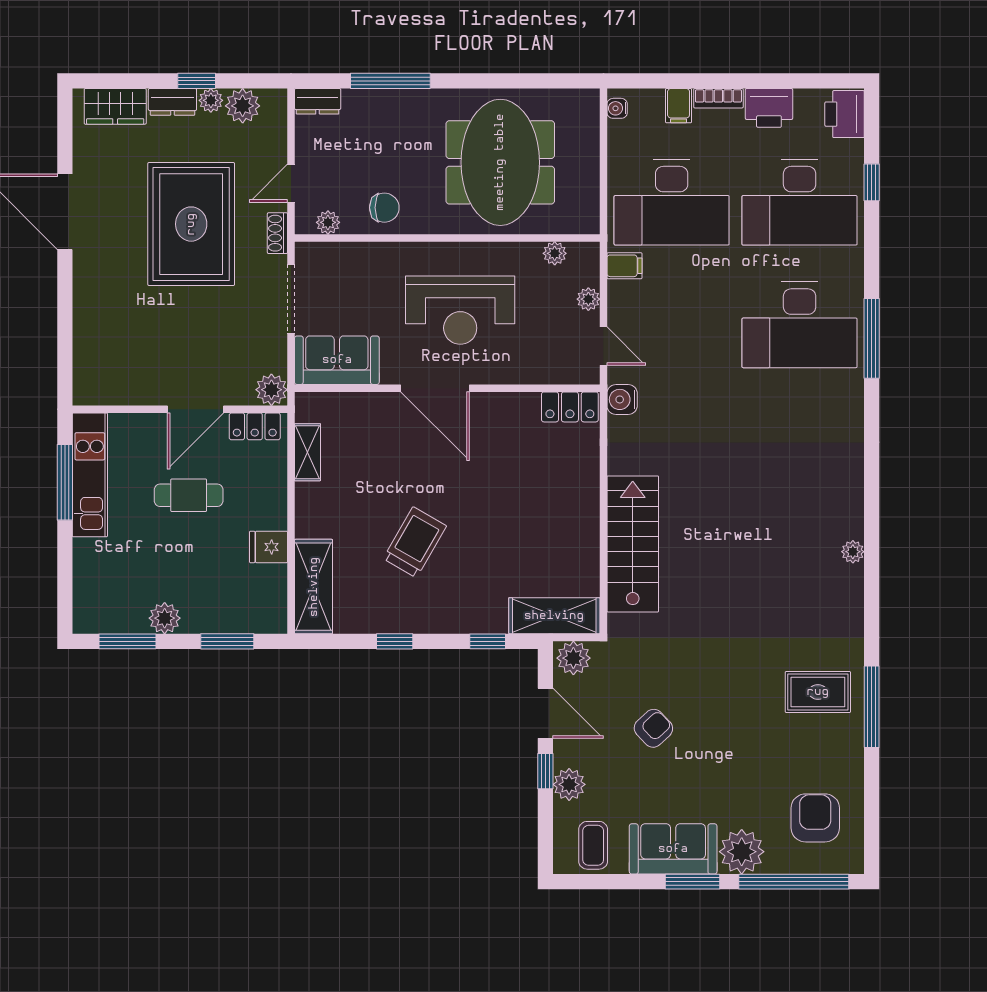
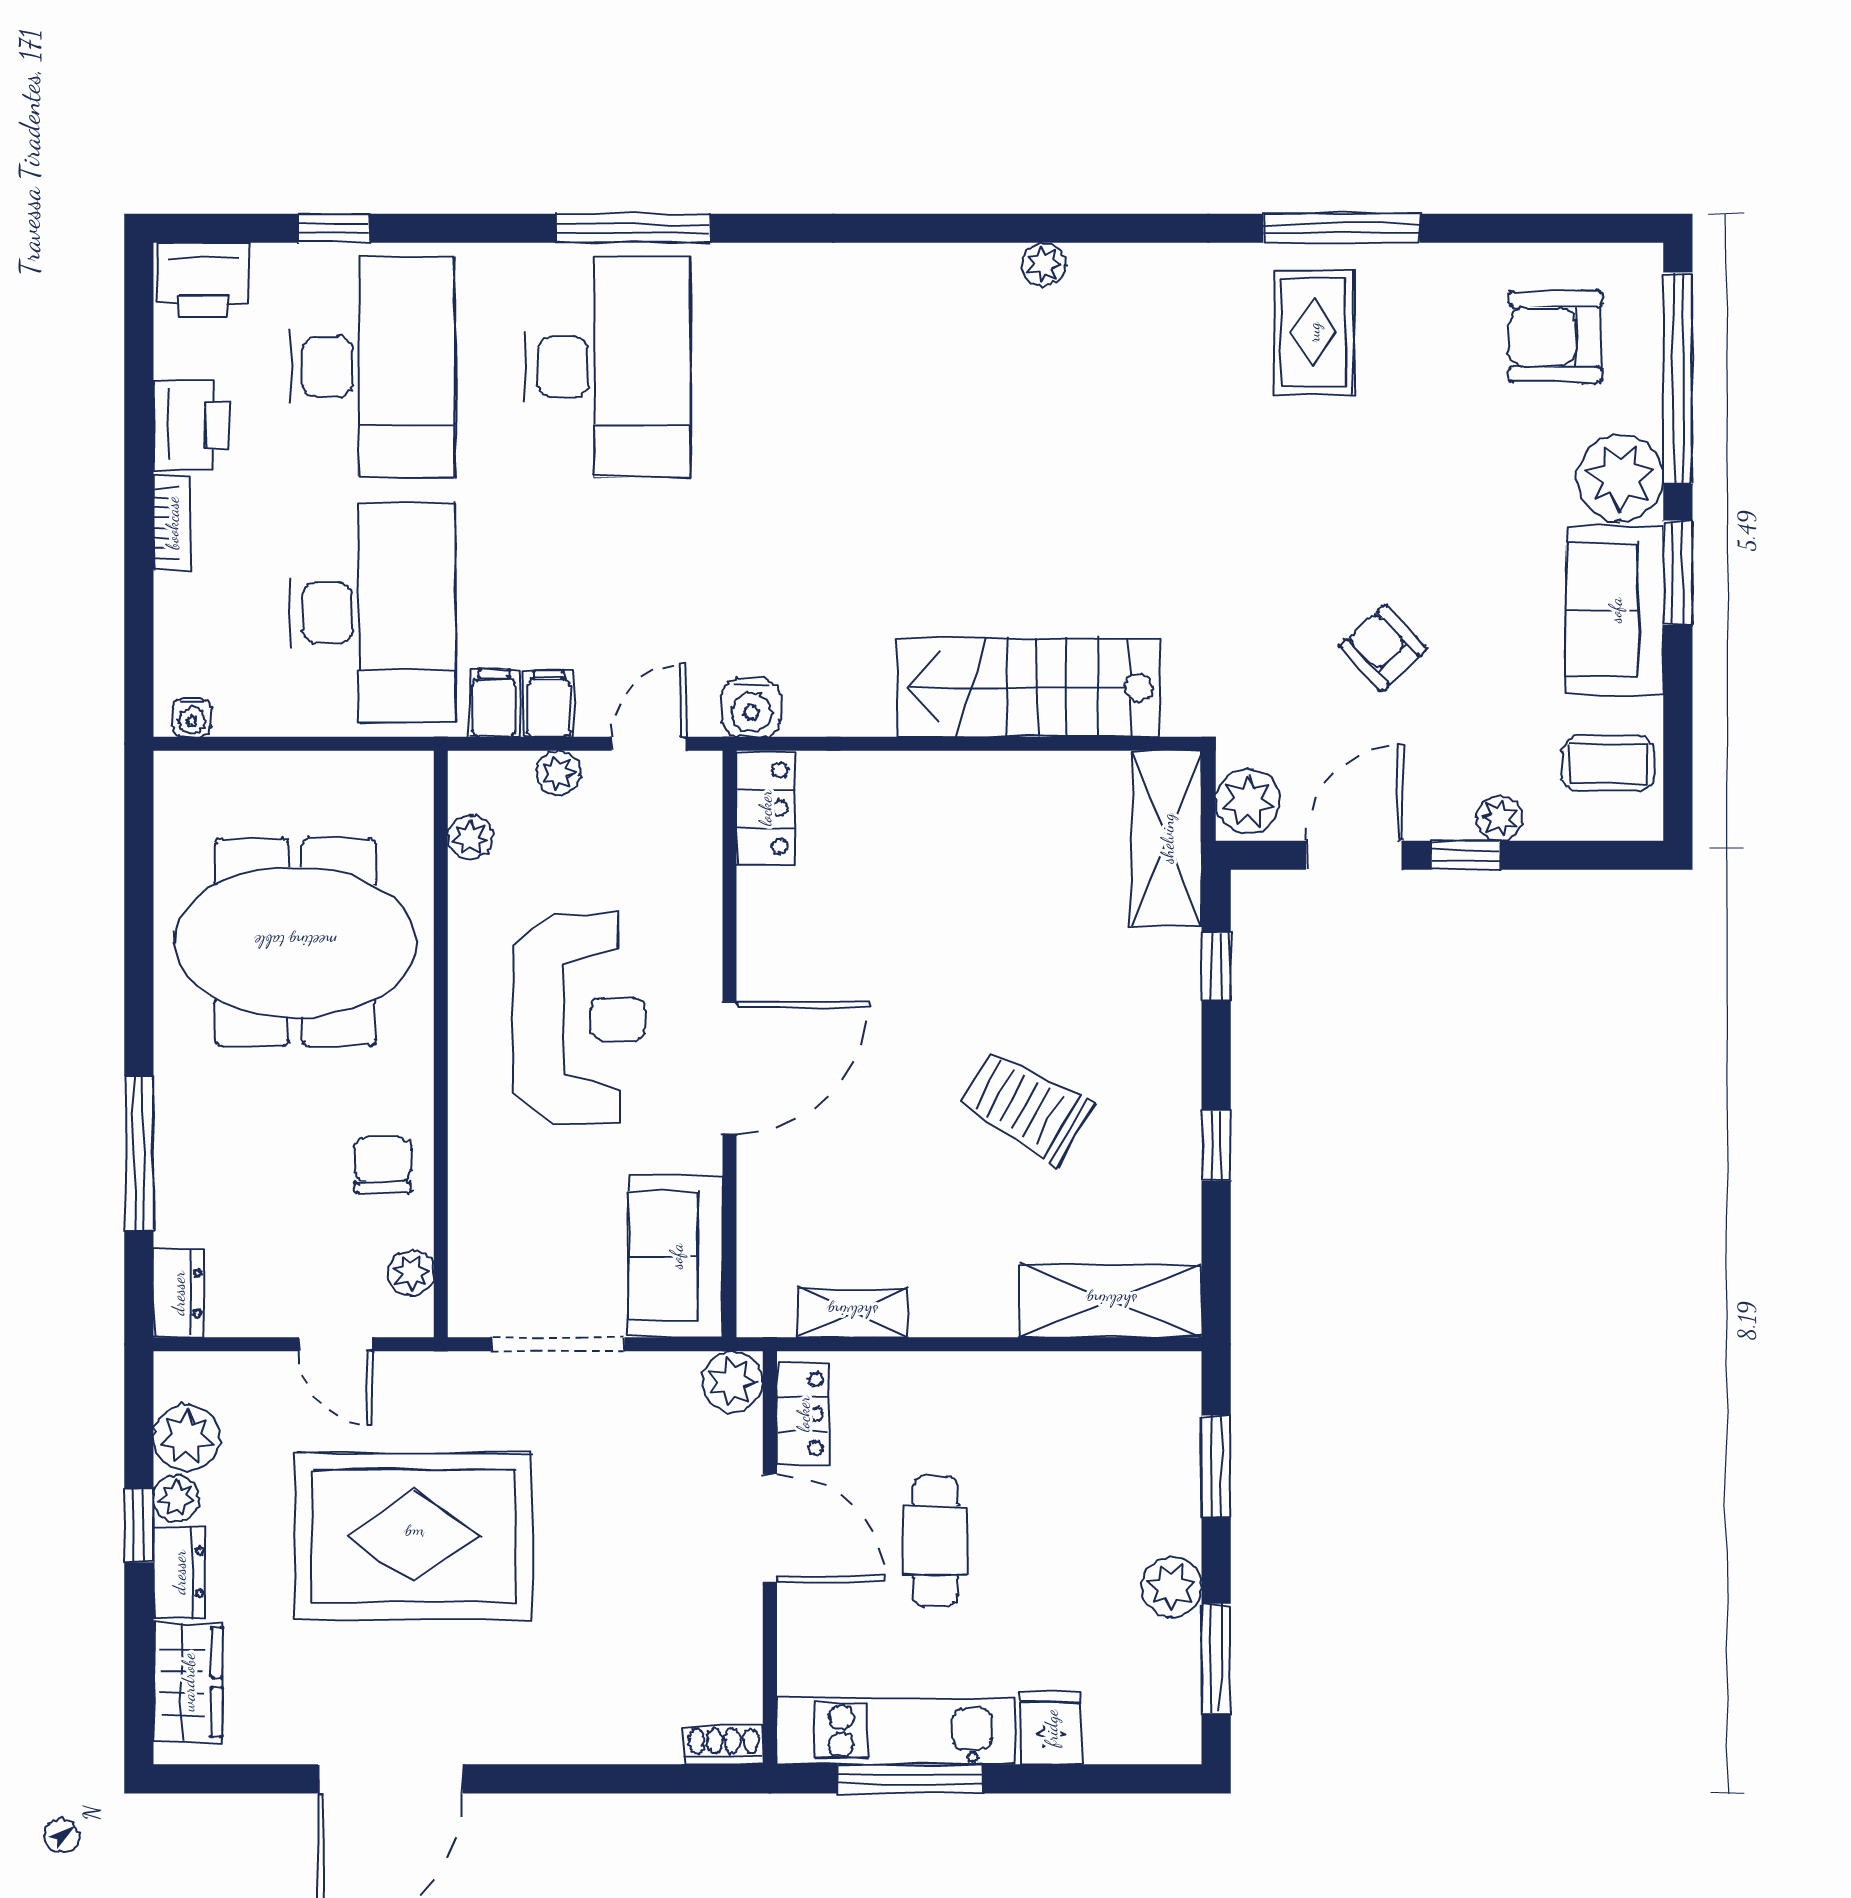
filing cabinet: (679, 106) -> (549, 704), moved, turned -90
shoe rack: (277, 233) -> (724, 1745), moved, turned 180
fridge: (268, 547) -> (1051, 1728), moved, turned 180
plant: (569, 784) -> (1500, 818), width x0.73, depth x0.73

